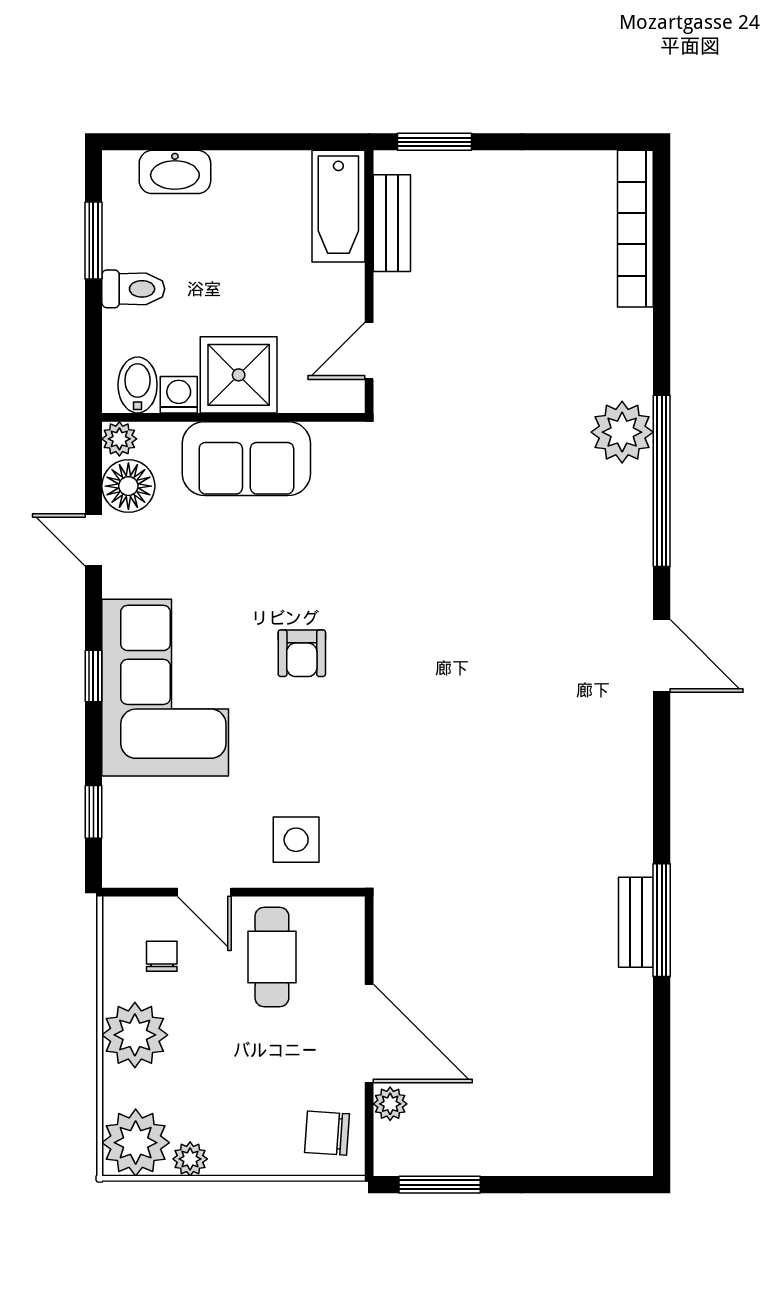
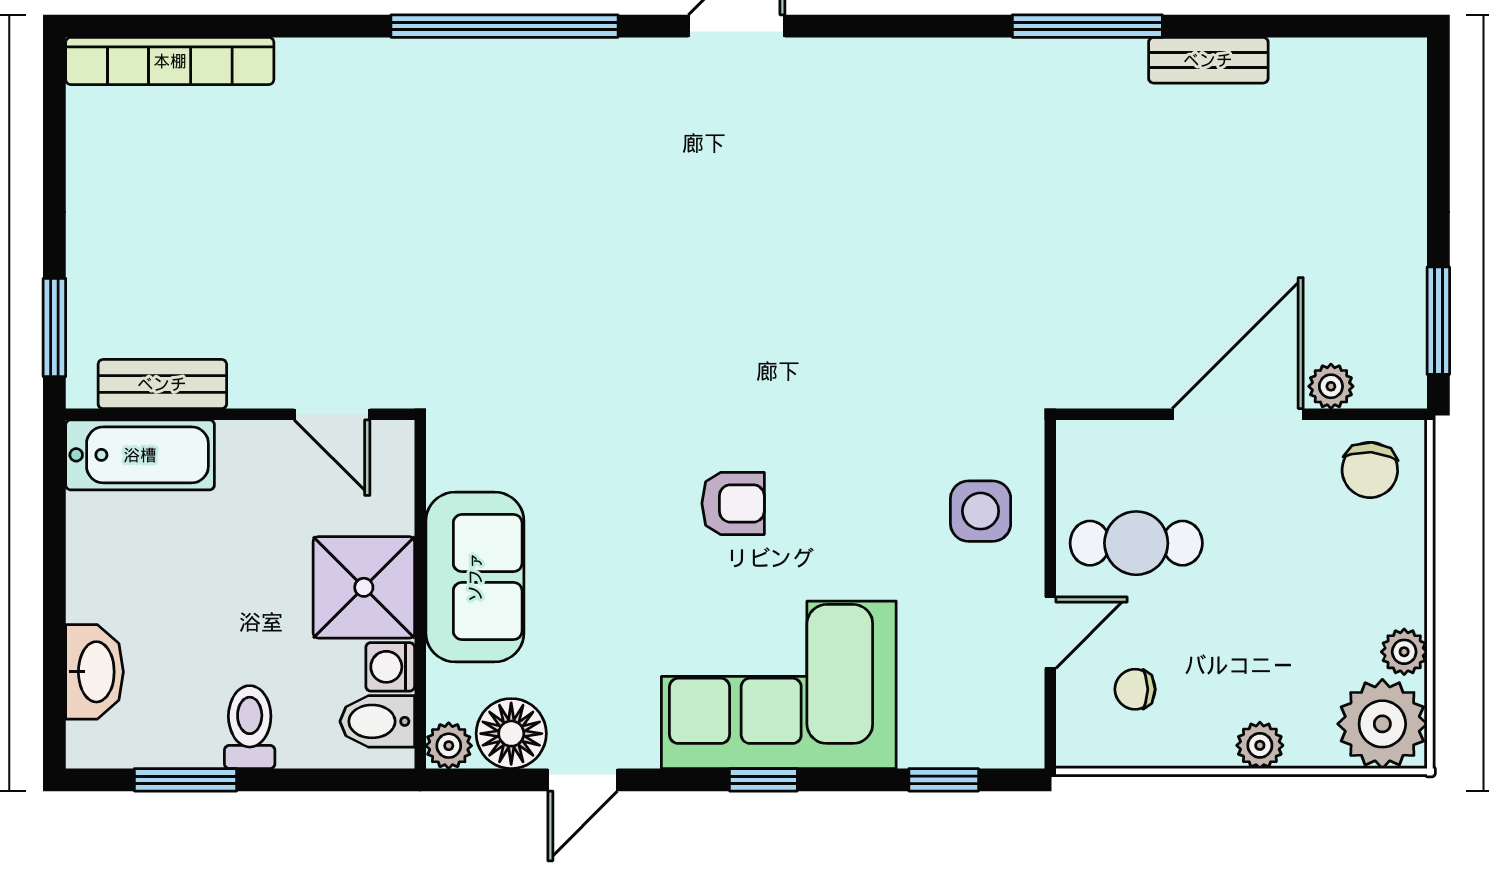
plant: (622, 432) -> (440, 79), removed
bench: (636, 922) -> (1208, 60), moved
plant: (135, 1035) -> (1260, 745), width x0.53, depth x0.53

